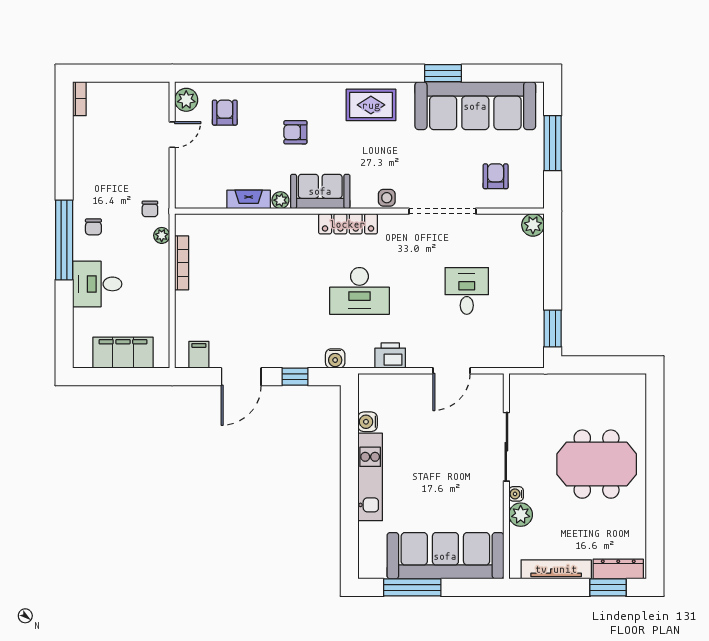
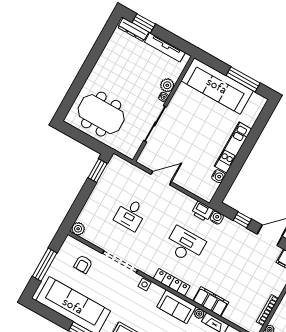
filing cabinet: (273, 228) -> (211, 301), added
printer: (390, 356) -> (202, 211), moved
meeting table: (597, 464) -> (101, 114), moved

